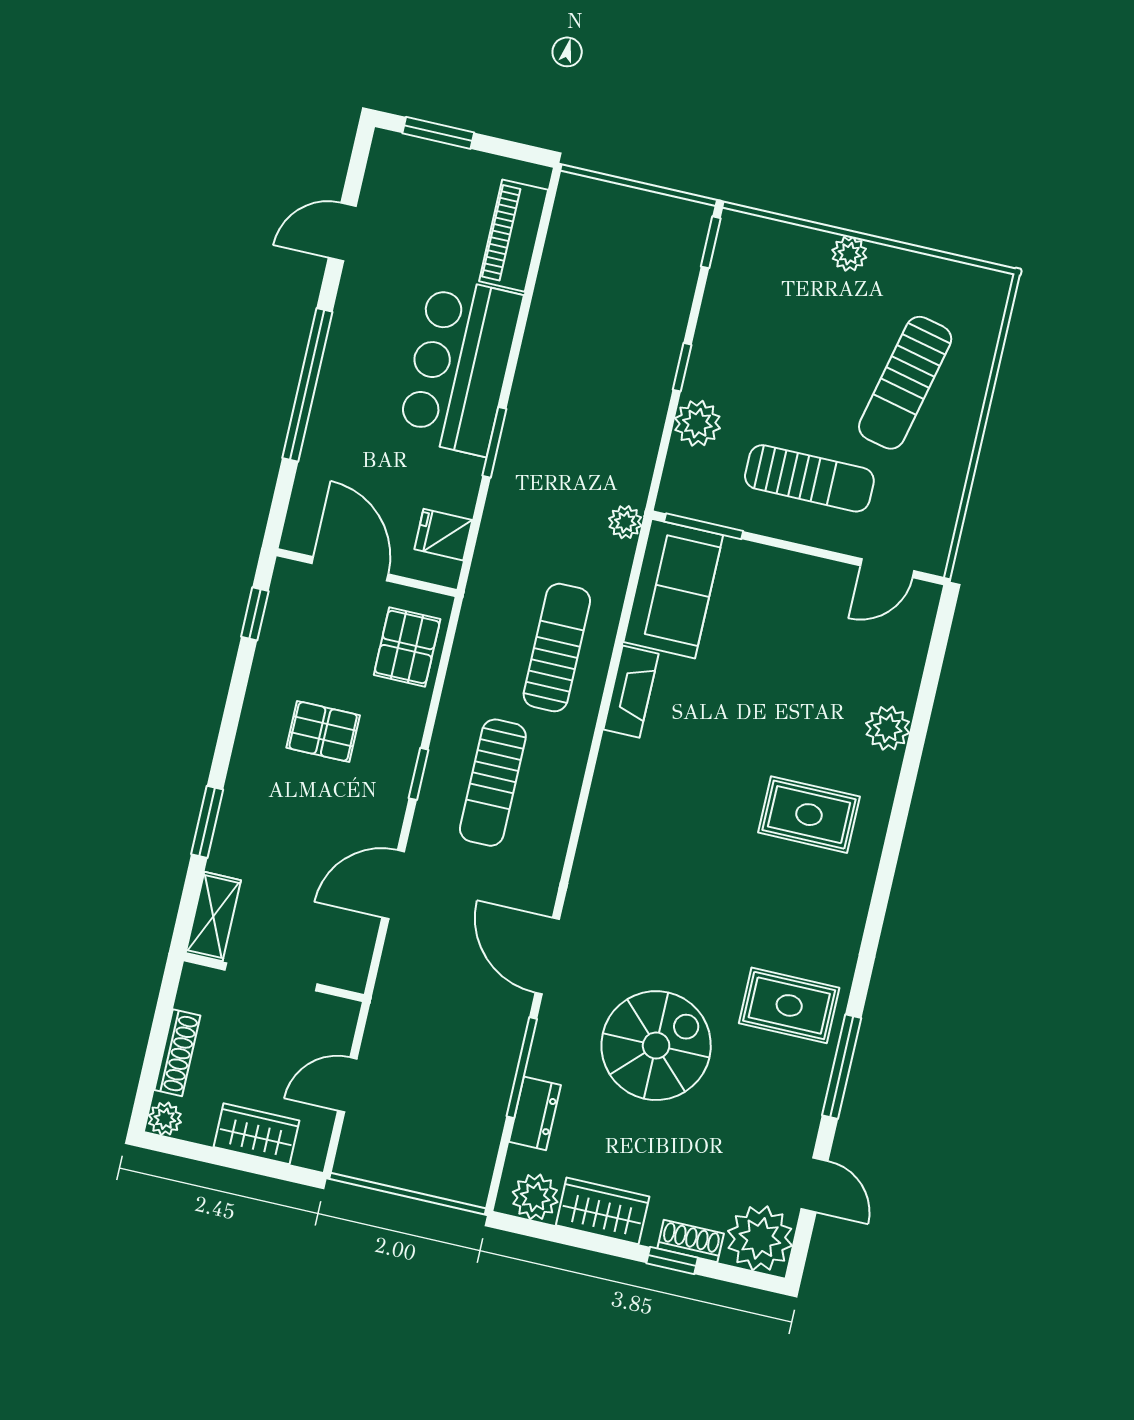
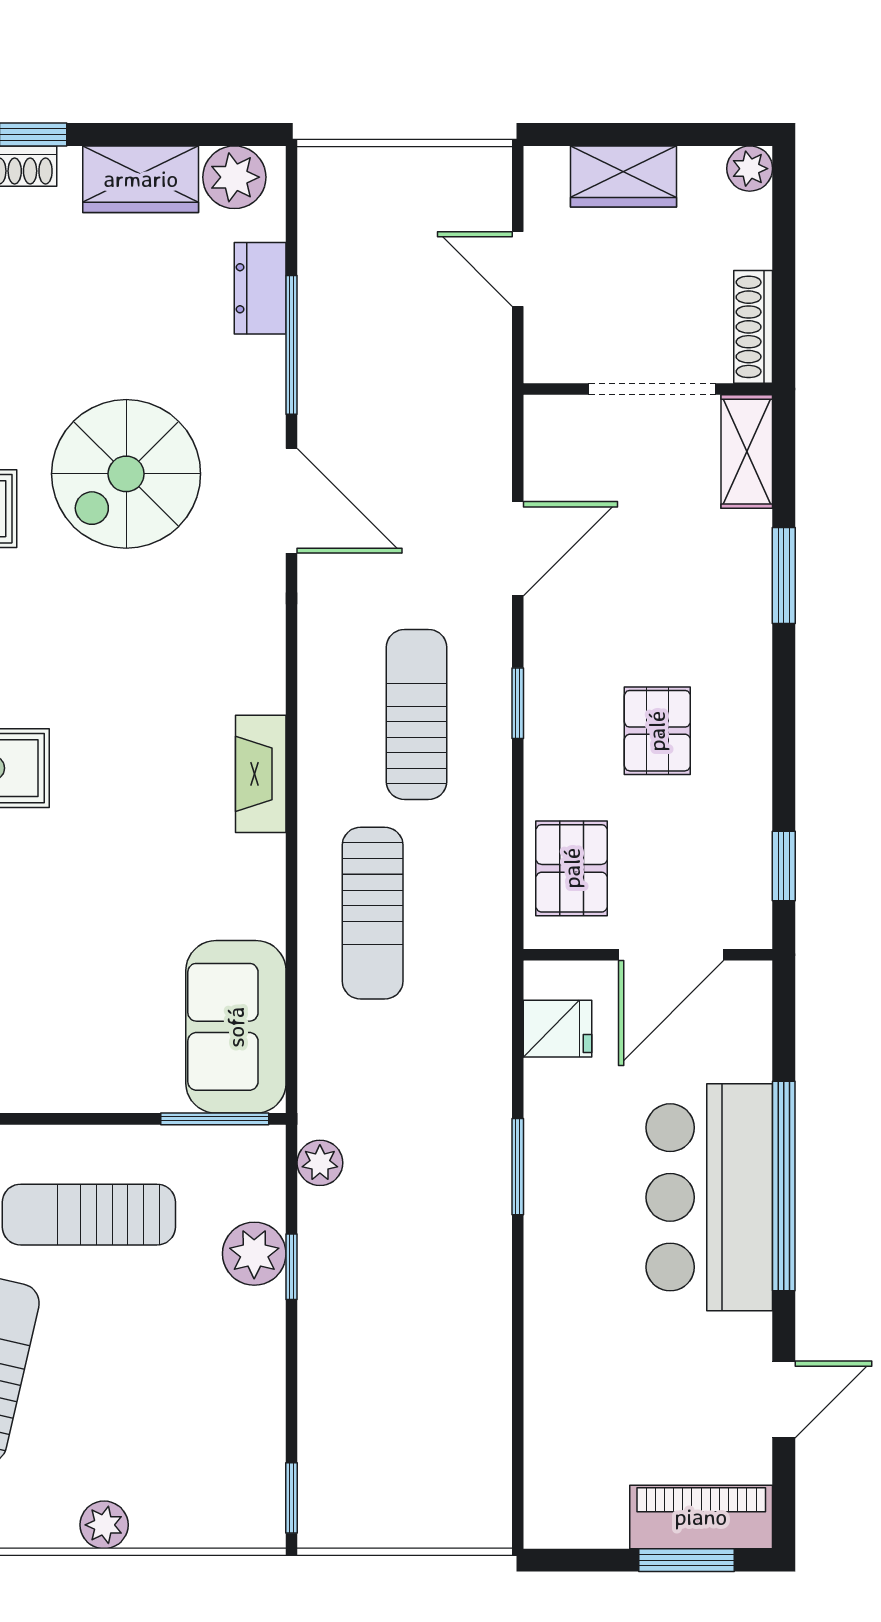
piano: (514, 236) -> (701, 1517), moved, turned -90
bar counter: (460, 366) -> (709, 1197), moved, turned 180
window: (682, 367) -> (292, 1267), moved
plant: (625, 522) -> (320, 1163), moved
door: (350, 569) -> (671, 955), hinge flipped
fireplace: (631, 692) -> (261, 774), moved
pallet: (323, 731) -> (657, 731), turned 90
spiral stairs: (656, 1046) -> (126, 474), moved
shoe rack: (177, 1053) -> (753, 327), moved
door: (347, 1085) -> (518, 269), swing flipped

